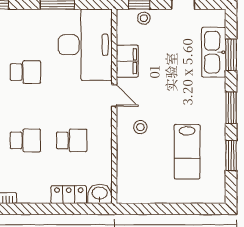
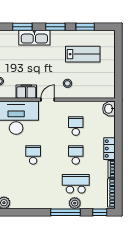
kitchen sink: (214, 52) -> (34, 38), moved
locker: (69, 195) -> (109, 149), moved

